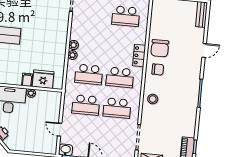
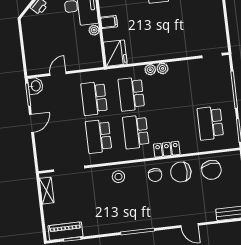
chair: (163, 23) -> (211, 170), added
fridge: (43, 79) -> (115, 53), moved

